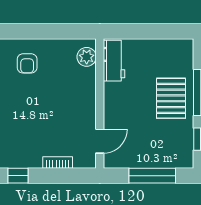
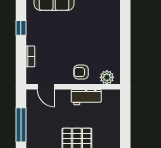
workbench: (114, 61) -> (86, 97), moved
armchair: (27, 63) -> (81, 72), moved

